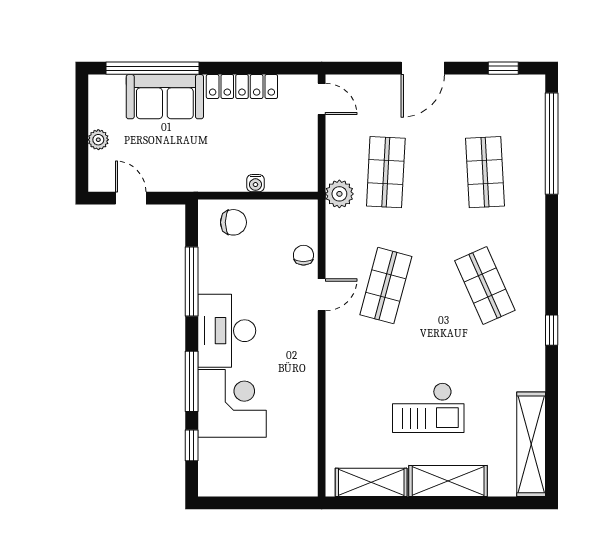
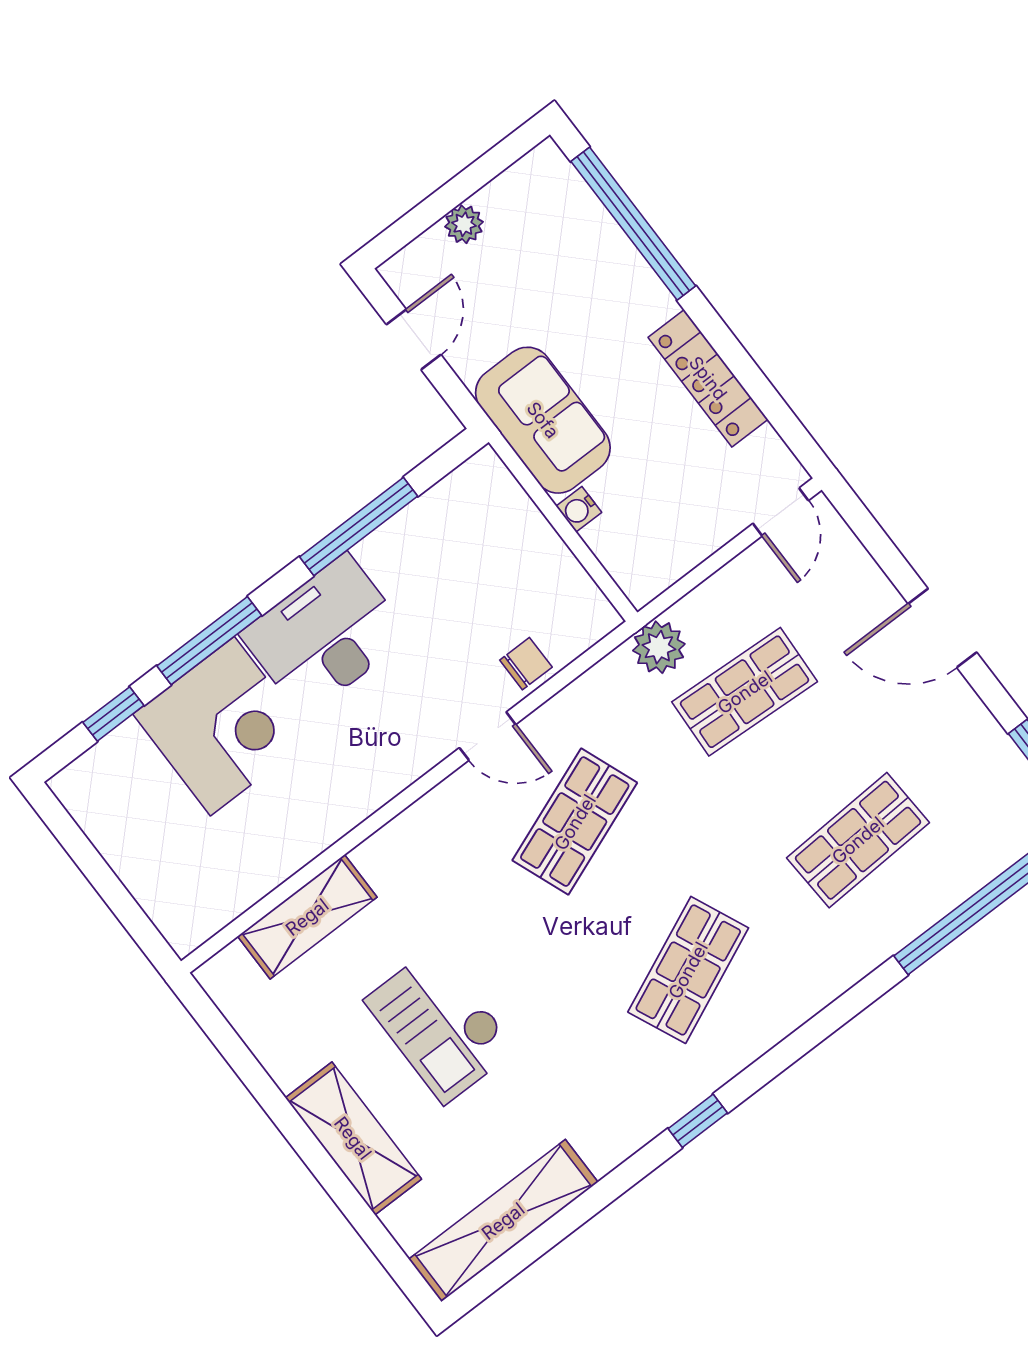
sofa: (165, 97) -> (543, 420), moved, turned 180
chair: (233, 222) -> (495, 521), removed
shop shelf: (386, 286) -> (575, 822), turned -36
shelving: (371, 482) -> (307, 917), moved, turned 90

